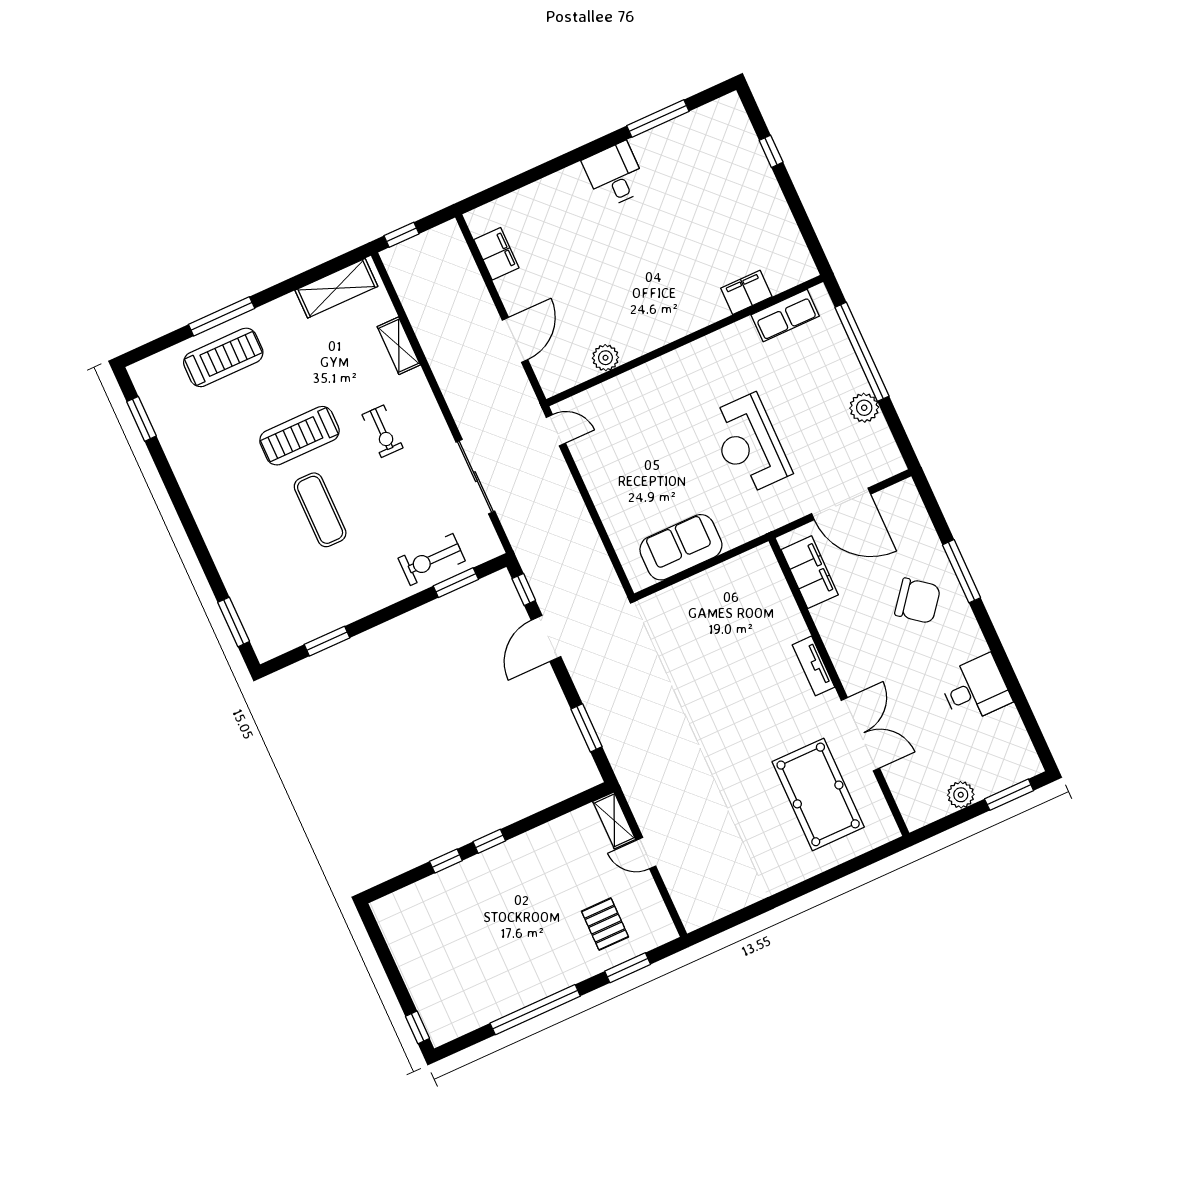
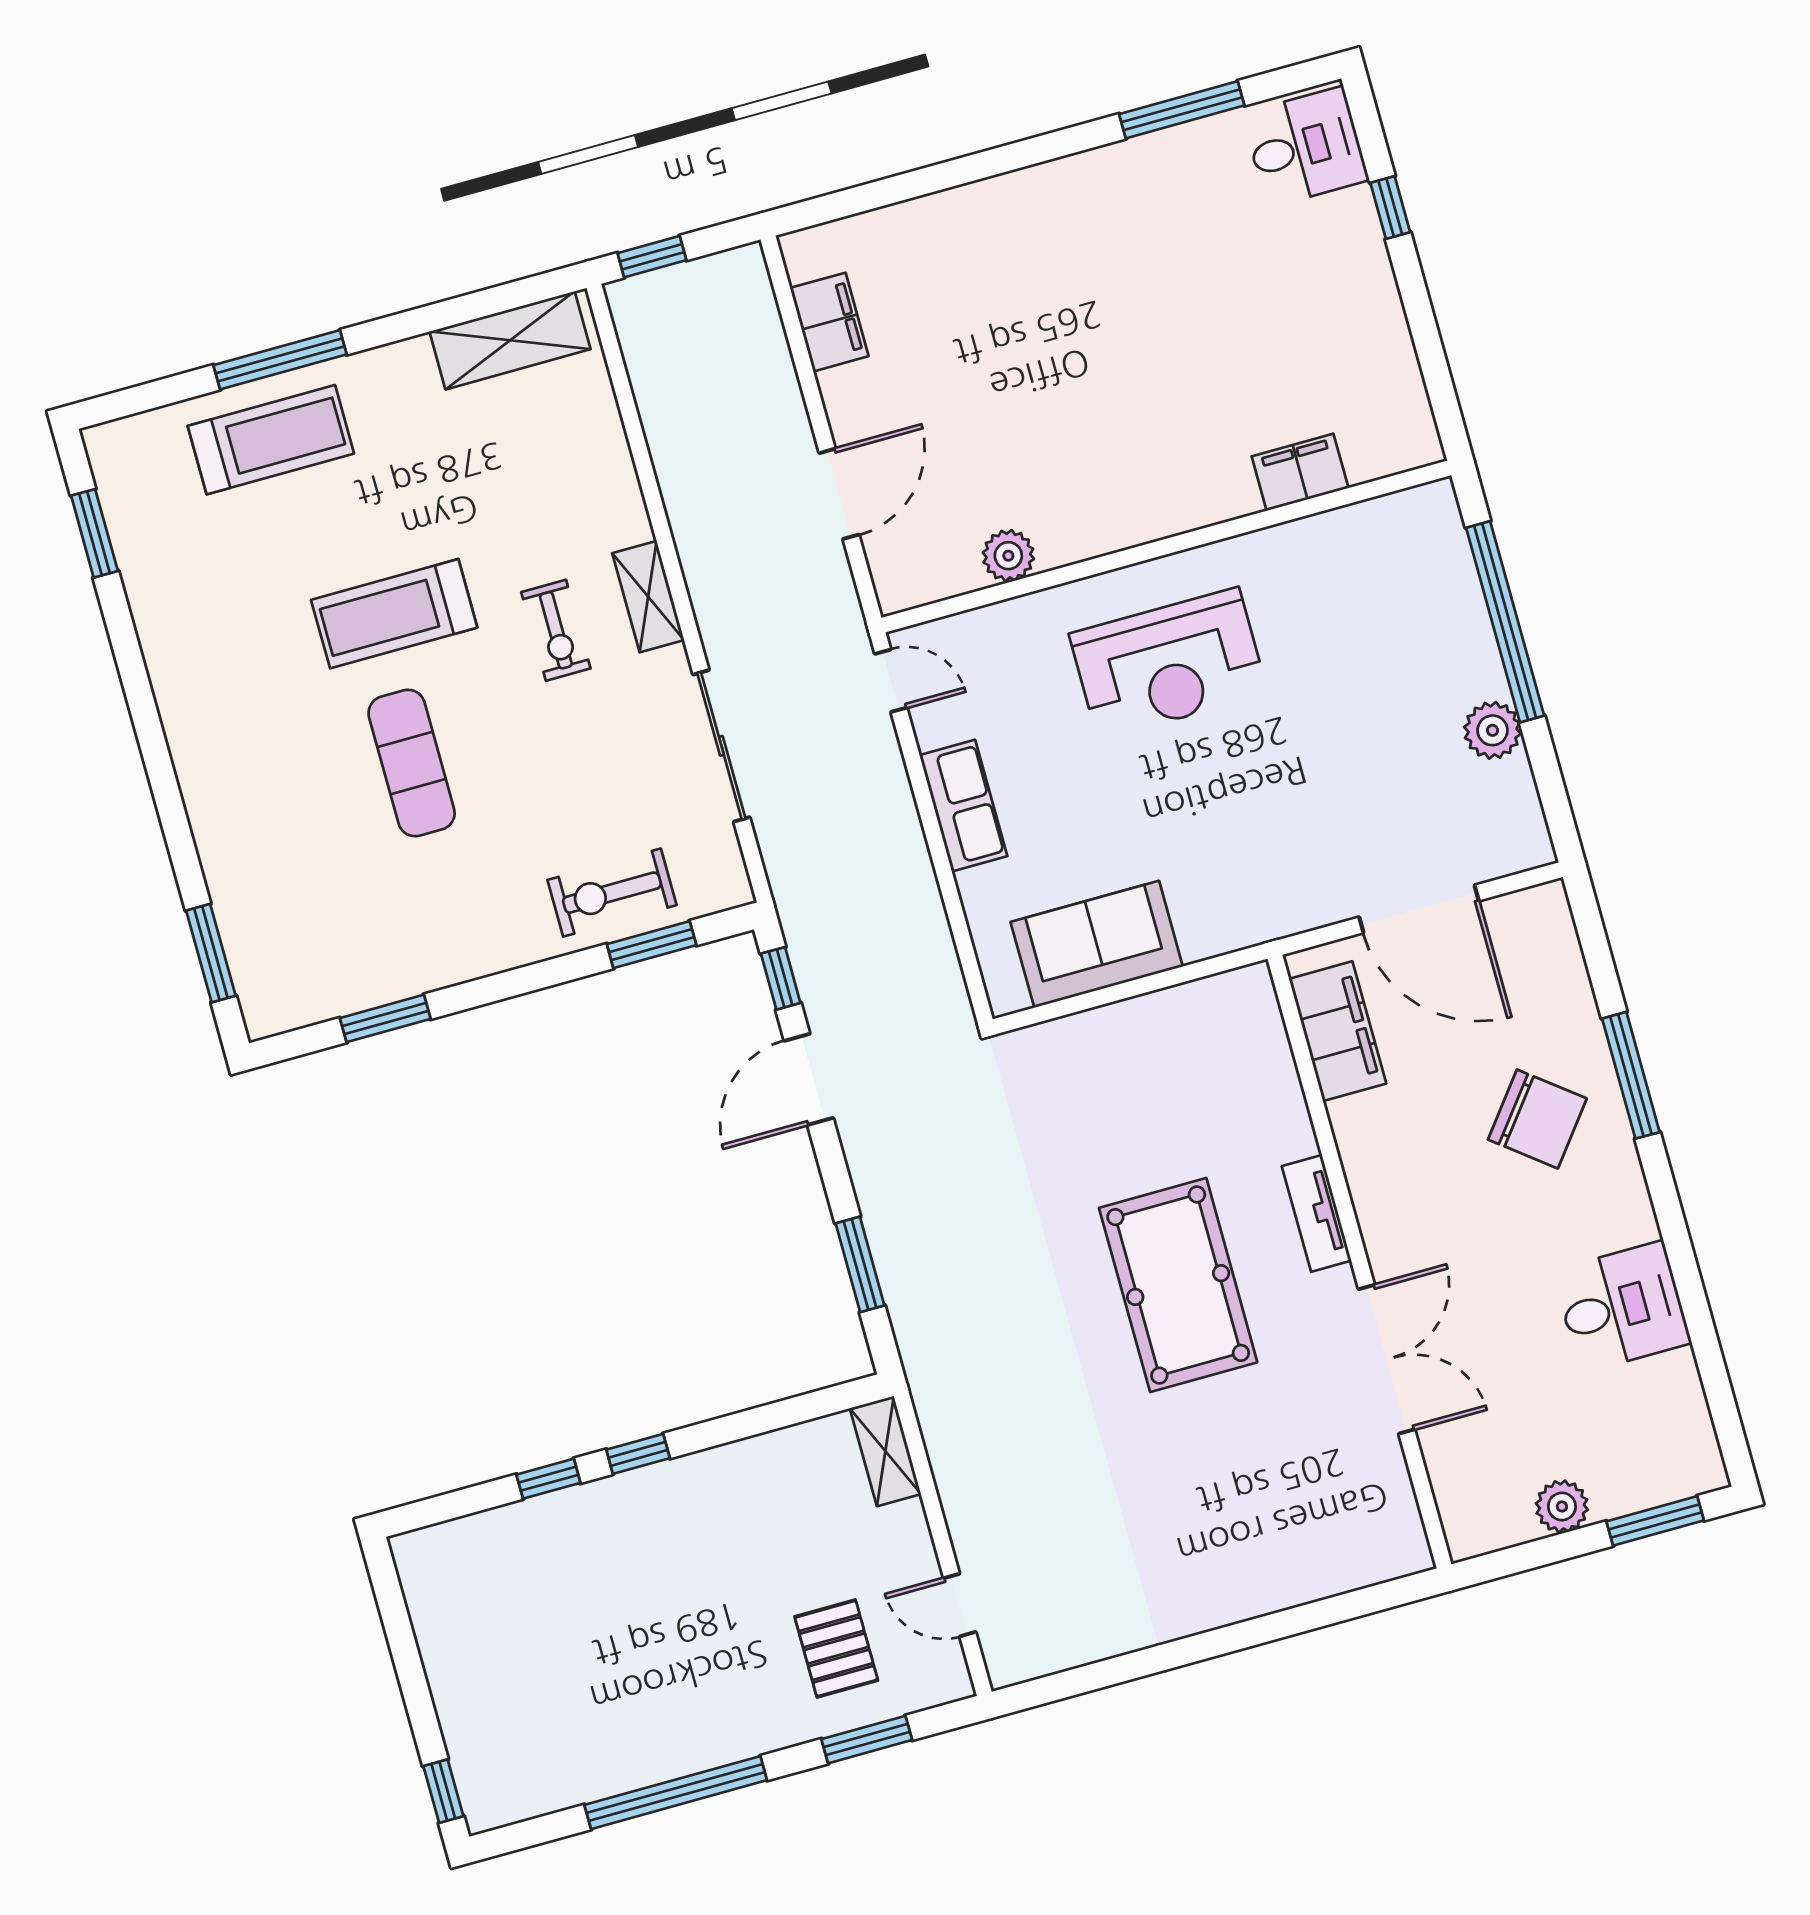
desk: (615, 175) -> (1305, 147), moved, turned 90
row of seats: (785, 316) -> (963, 806), moved, turned -90
shelving: (399, 346) -> (648, 597), moved
reception desk: (749, 444) -> (1169, 664), moved, turned -90
pool table: (818, 794) -> (1178, 1285), moved
door: (646, 853) -> (960, 1605), moved

